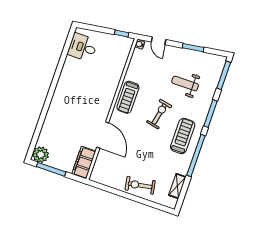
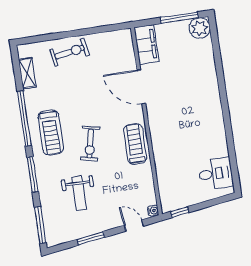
weight bench: (185, 83) -> (79, 193), turned 90

